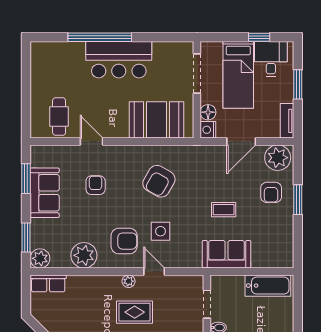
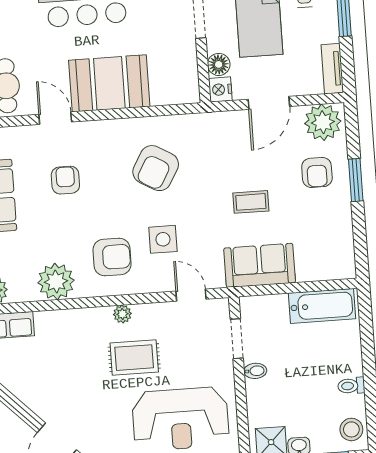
booth: (157, 120) -> (109, 83), moved
door: (154, 272) -> (191, 295), moved

